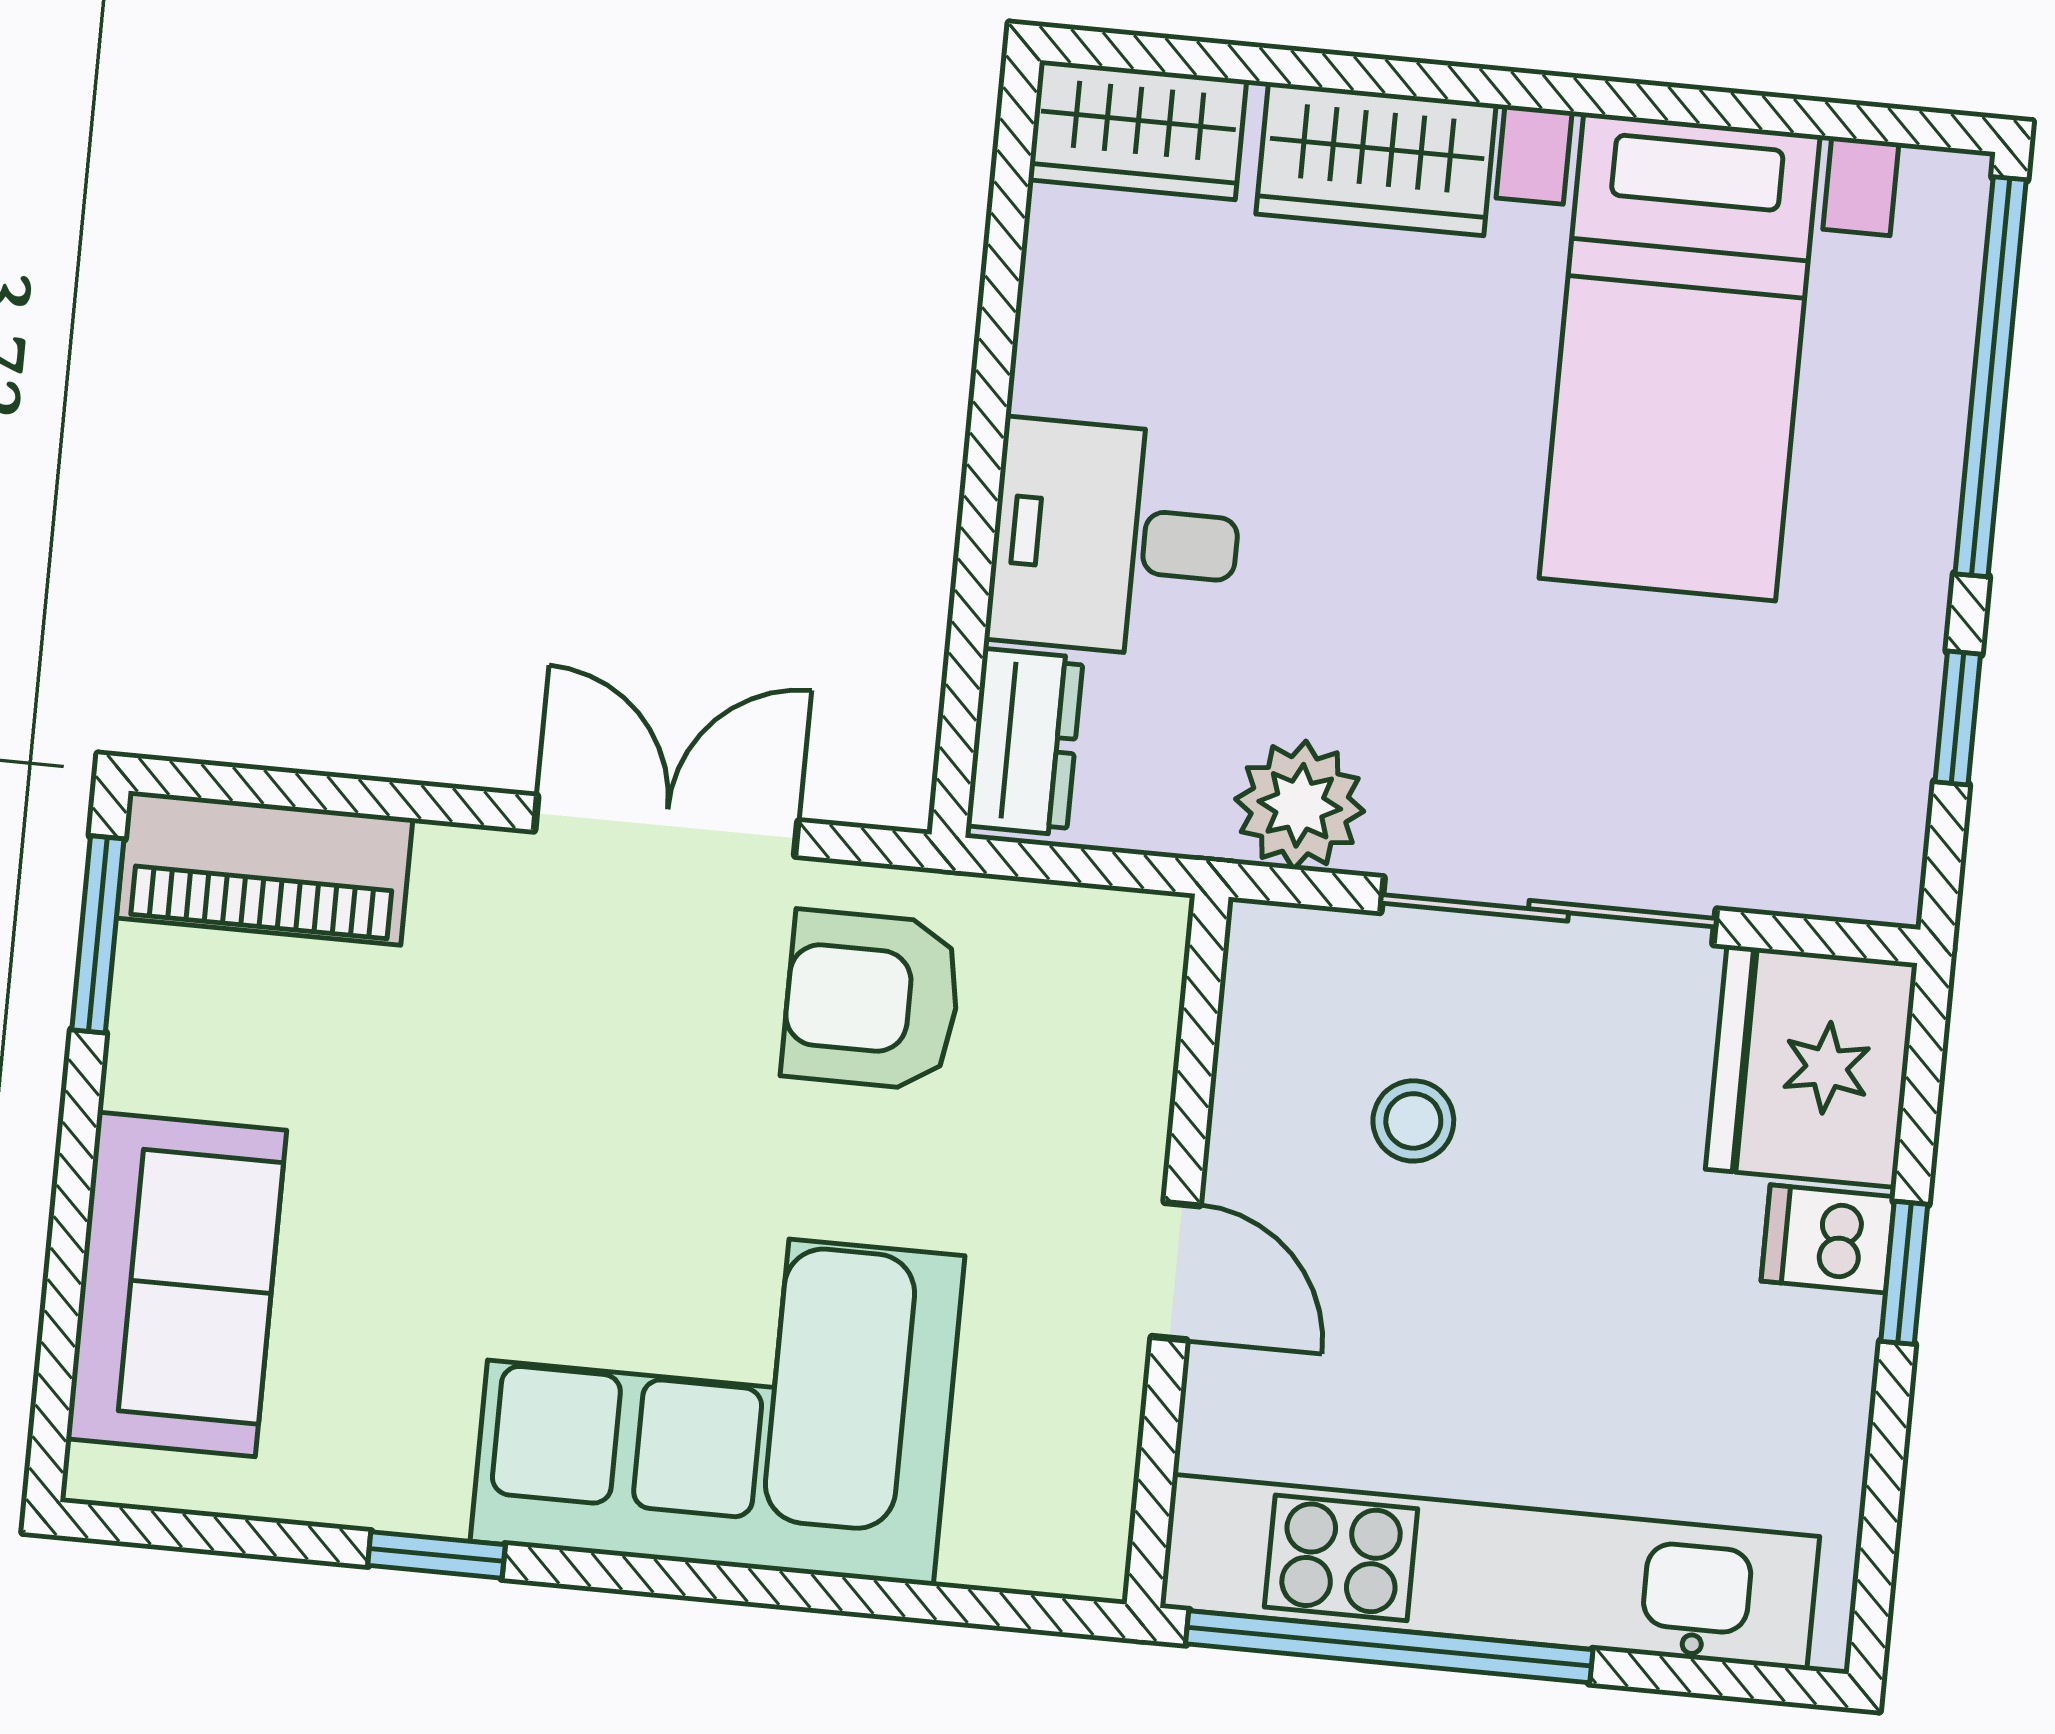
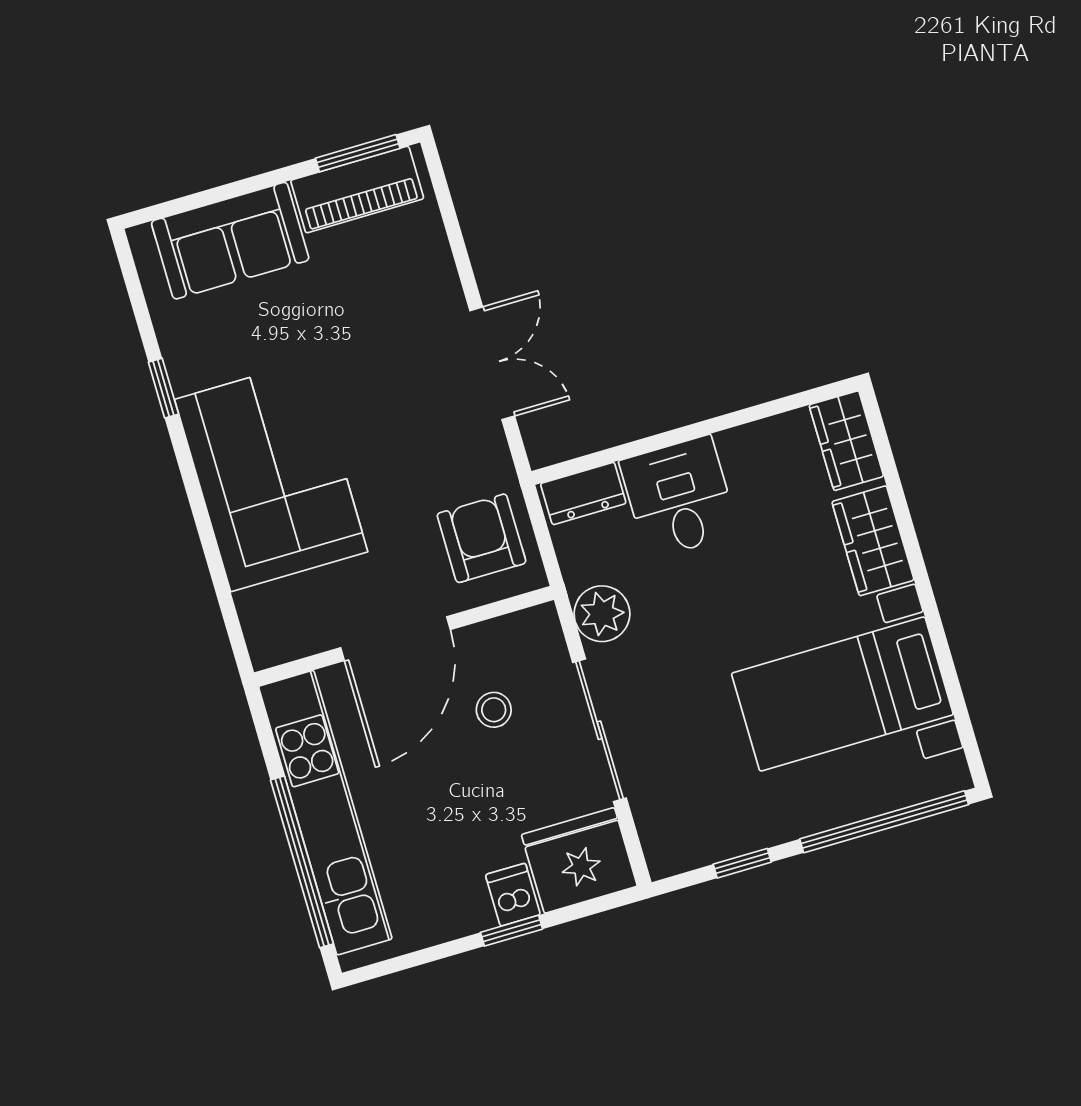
piano: (265, 868) -> (357, 190), moved, turned -90
armchair: (872, 1000) -> (481, 538), moved
door: (1176, 1271) -> (396, 639), width x1.87
window: (1389, 1647) -> (302, 862), moved

